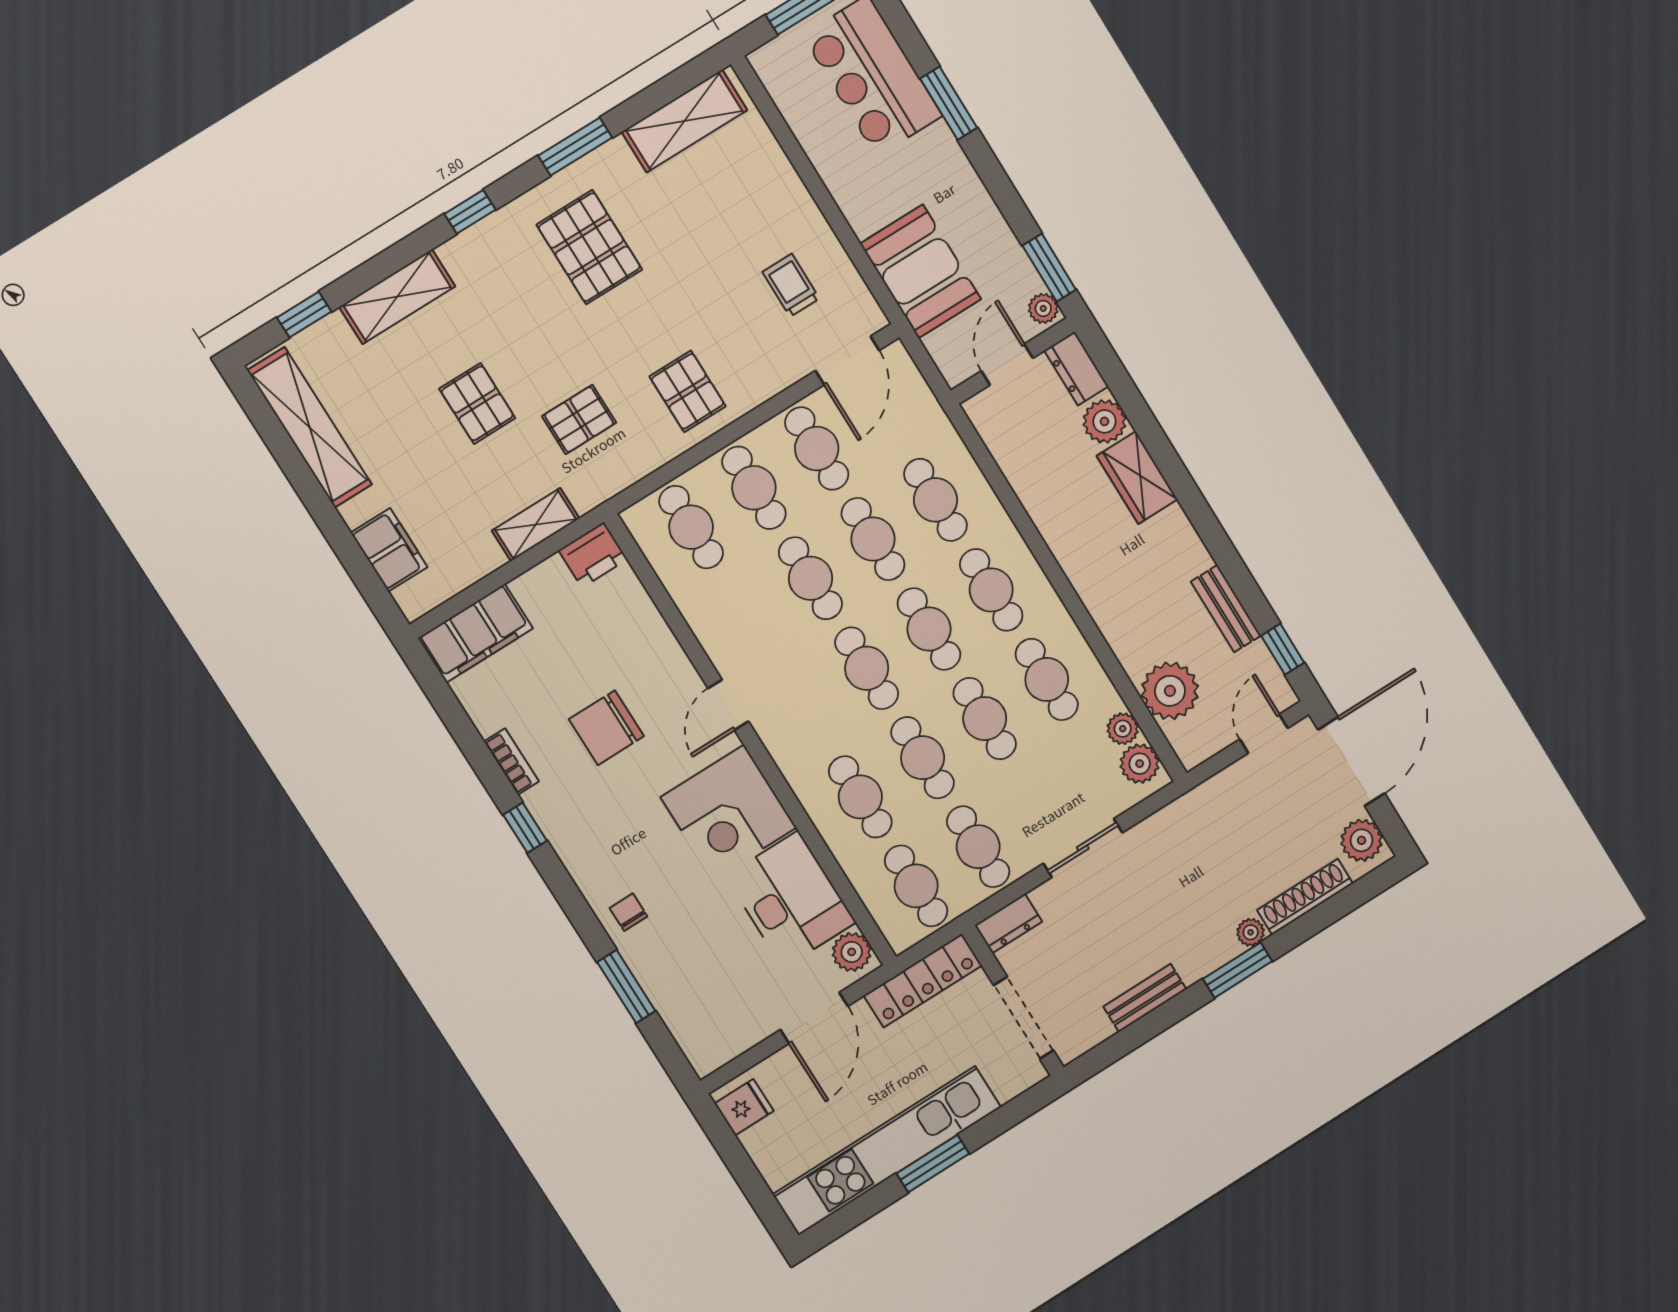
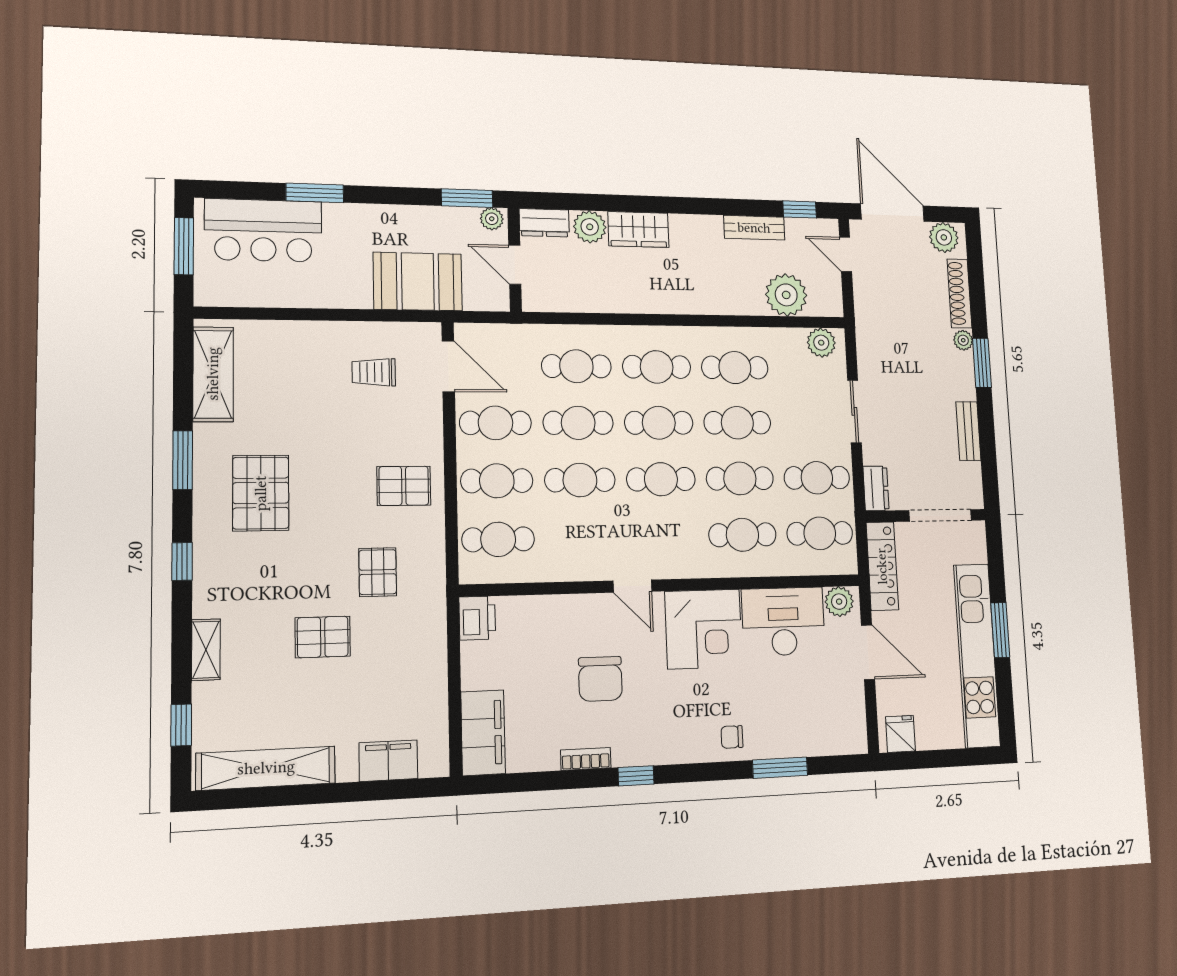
pallet: (589, 247) -> (261, 493), turned 90
shelving: (397, 297) -> (206, 650), width x0.67, depth x0.75
shelving: (536, 525) -> (433, 646), removed
plant: (1123, 729) -> (793, 339), removed

